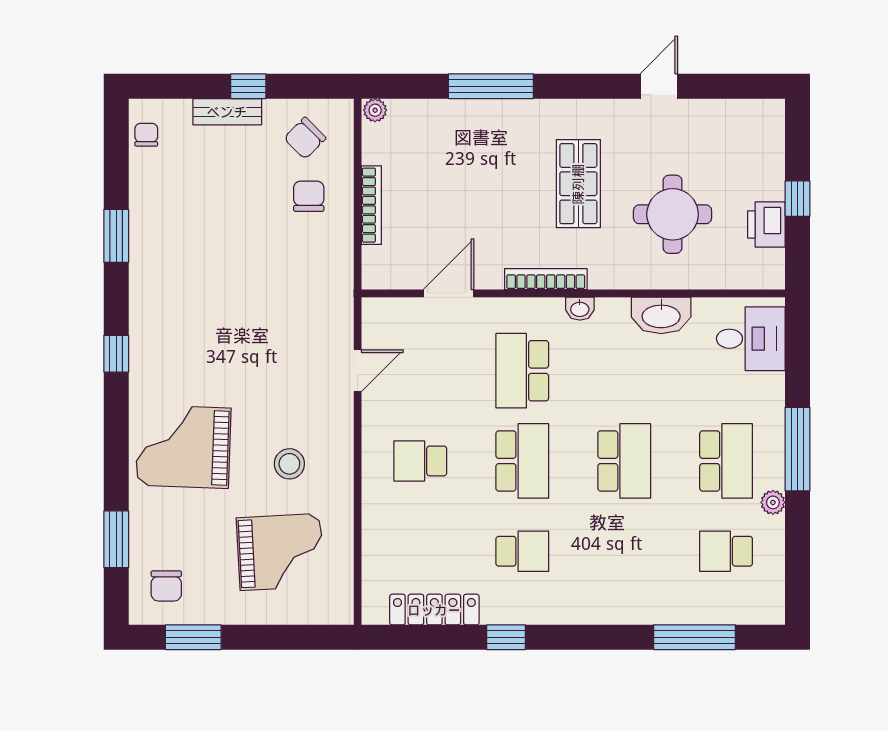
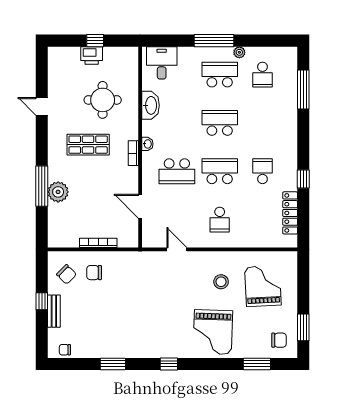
plant: (375, 110) -> (58, 192), moved, width x1.87, depth x1.87
printer: (766, 224) -> (92, 55), moved
bookcase: (546, 279) -> (133, 153), width x0.64

